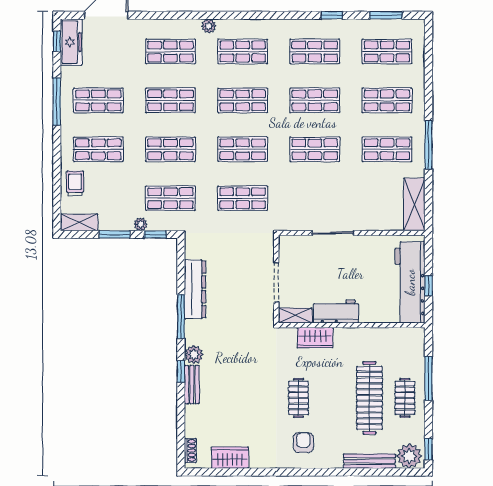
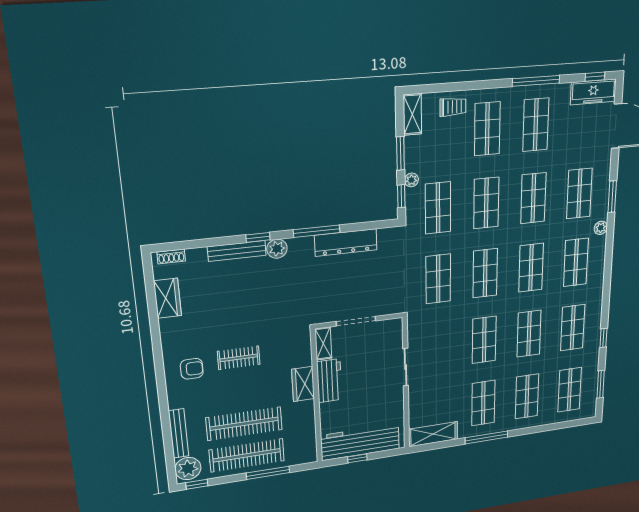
window: (177, 15) -> (612, 197), added
wardrobe: (315, 338) -> (303, 384), moved
bench: (192, 385) -> (237, 251), width x1.36
clothes rail: (405, 398) -> (247, 455), width x1.86, depth x1.31

